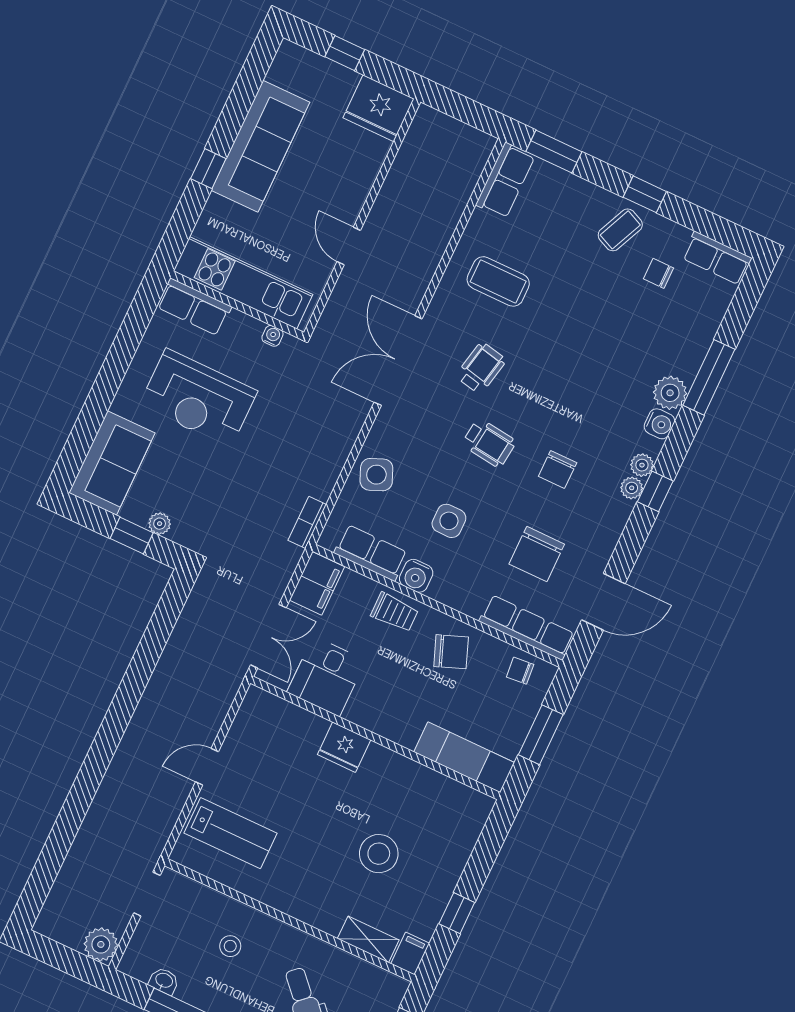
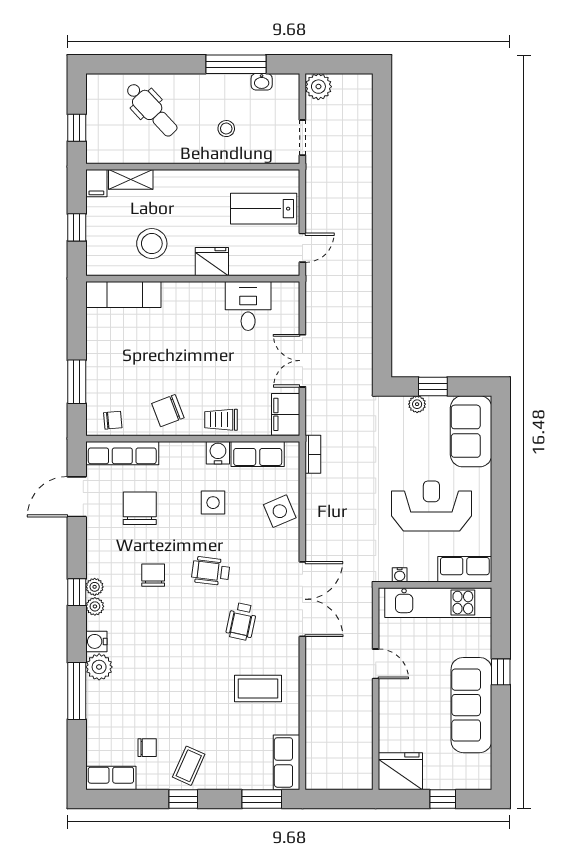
desk: (326, 676) -> (248, 306), moved
wall: (375, 738) -> (193, 279), moved
fridge: (344, 747) -> (212, 262), moved
exam couch: (464, 757) -> (123, 294), moved

